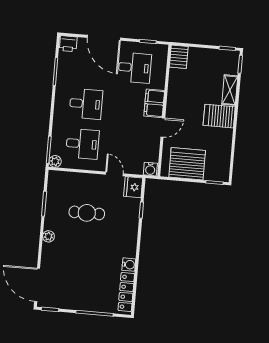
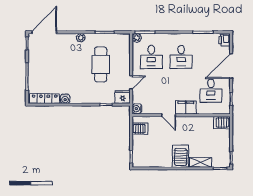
server rack: (187, 164) -> (140, 129), width x0.46, depth x0.70
cafe table: (87, 213) -> (101, 64), width x1.37, depth x1.35

